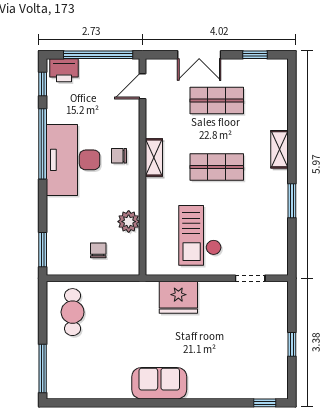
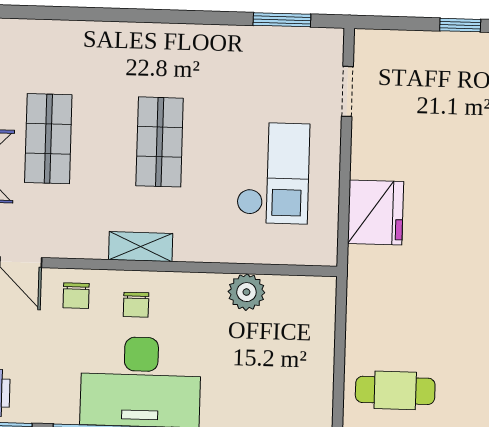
shelving: (280, 149) -> (133, 36), removed
window: (292, 201) -> (282, 20), moved
checkout: (200, 235) -> (273, 173), turned -90
chair: (98, 250) -> (76, 296), moved, turned -90

